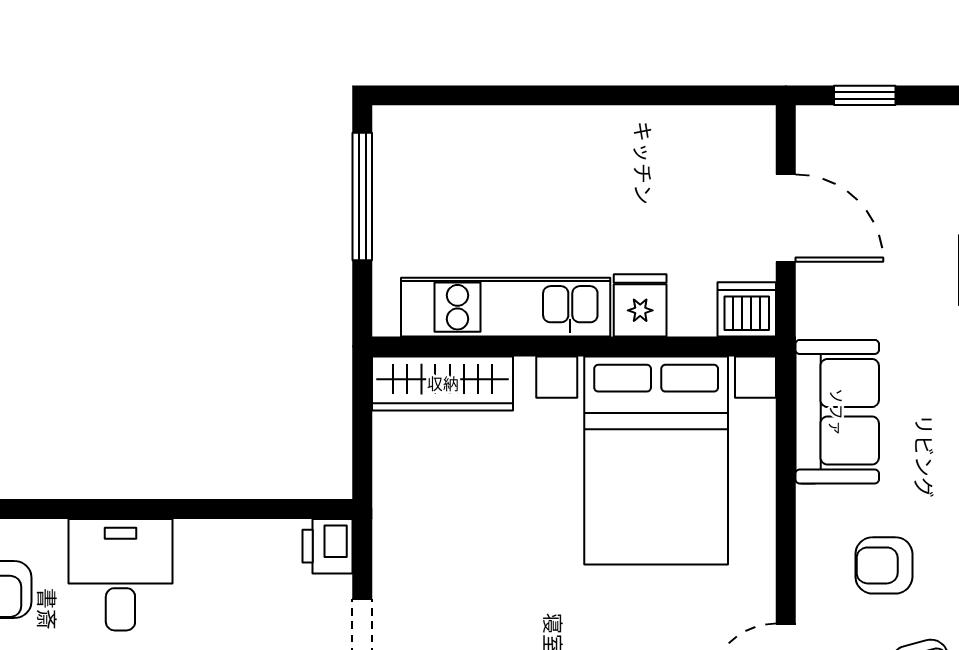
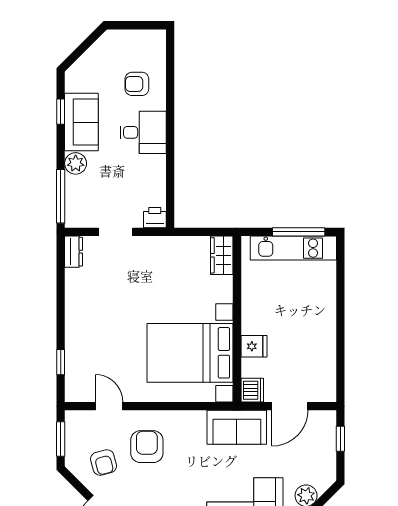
kitchen unit: (506, 307) -> (293, 248), moved, turned 90
wardrobe: (443, 383) -> (222, 255), width x0.67
sofa: (837, 412) -> (237, 427), moved
armchair: (884, 565) -> (147, 447), width x1.38, depth x1.38

